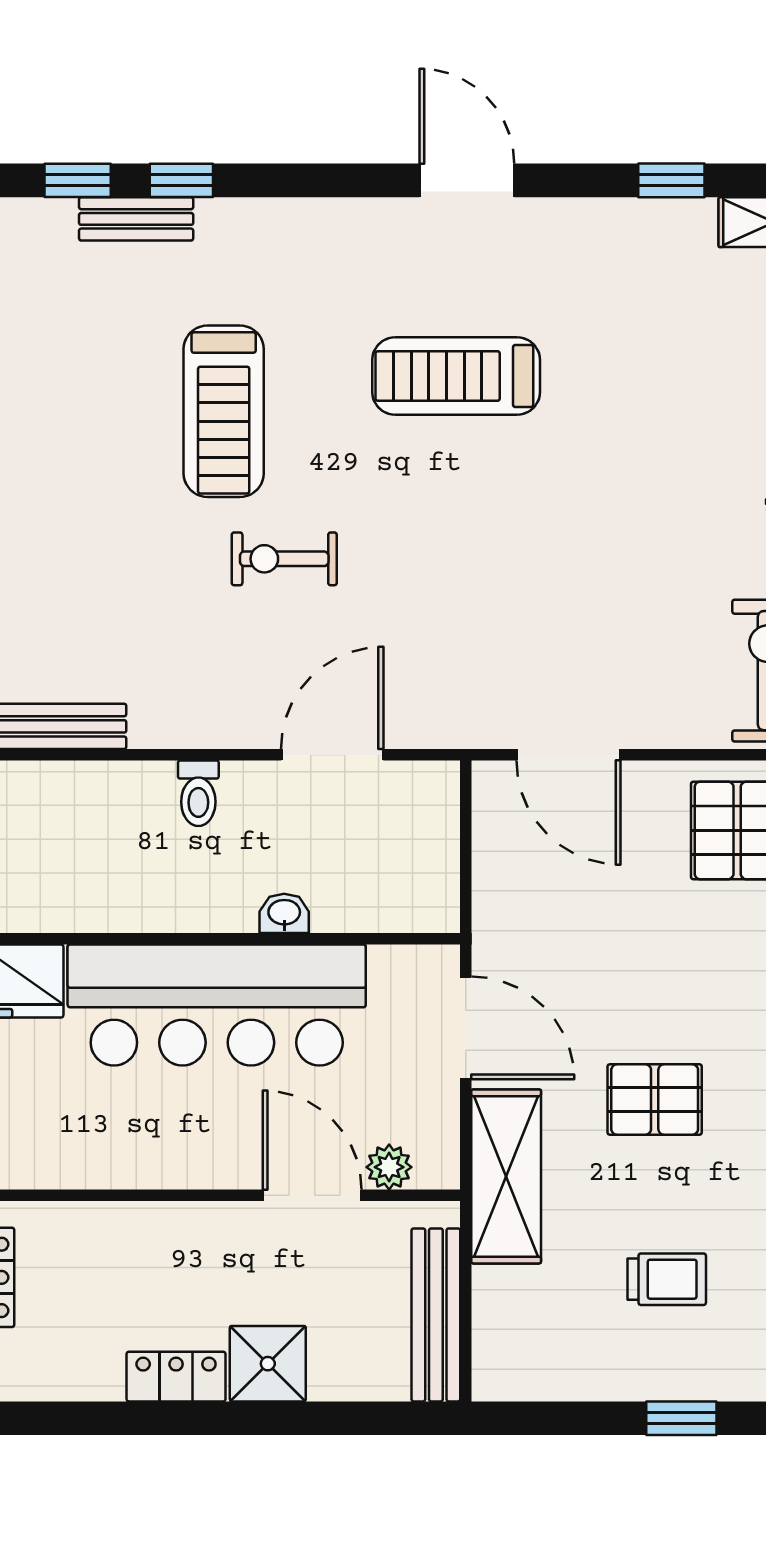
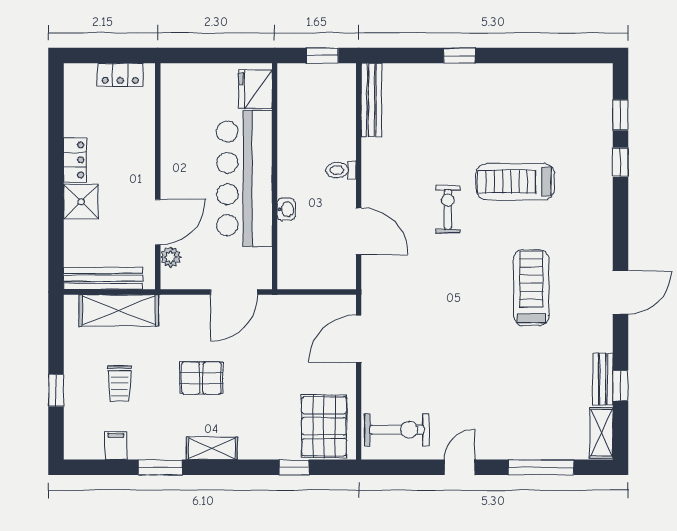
bench: (136, 219) -> (603, 379), moved
pallet: (655, 1100) -> (201, 378), turned 90
shelving: (506, 1176) -> (119, 310), moved

